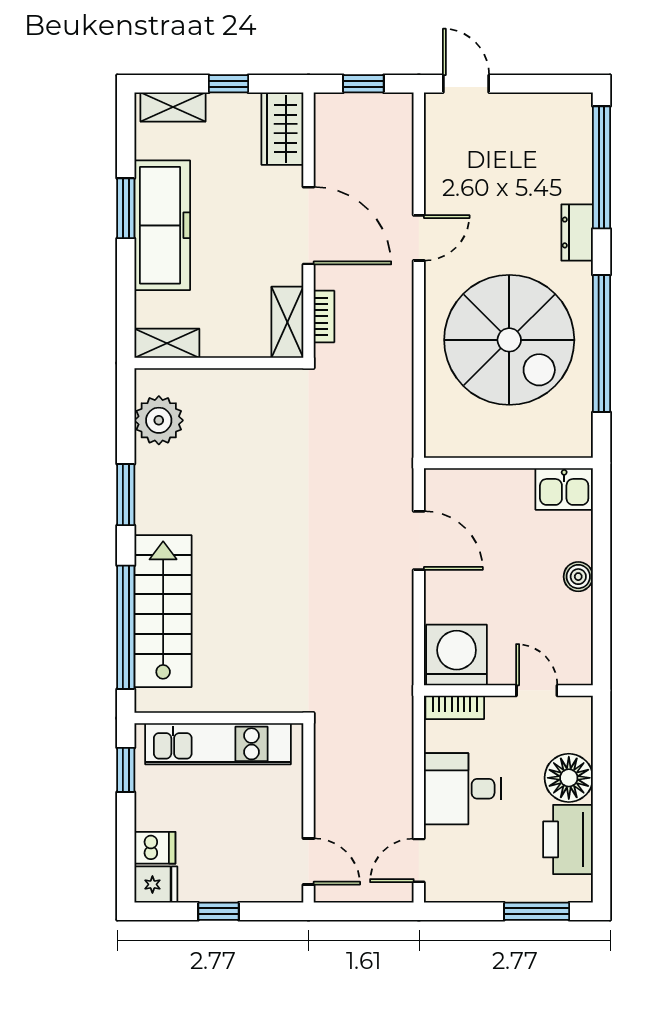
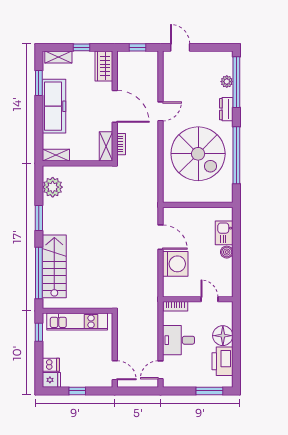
plant: (578, 166) -> (227, 82), added
window: (126, 208) -> (39, 83), moved
kitchen sink: (564, 489) -> (224, 233), moved, turned 90
washing machine: (457, 655) -> (175, 264), moved, turned 90

